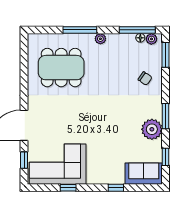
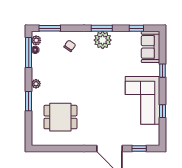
window: (80, 30) -> (29, 101), width x0.69
dining table: (61, 68) -> (60, 117), width x0.73
plant: (152, 129) -> (103, 40), moved
corner sofa: (58, 164) -> (143, 100), moved

